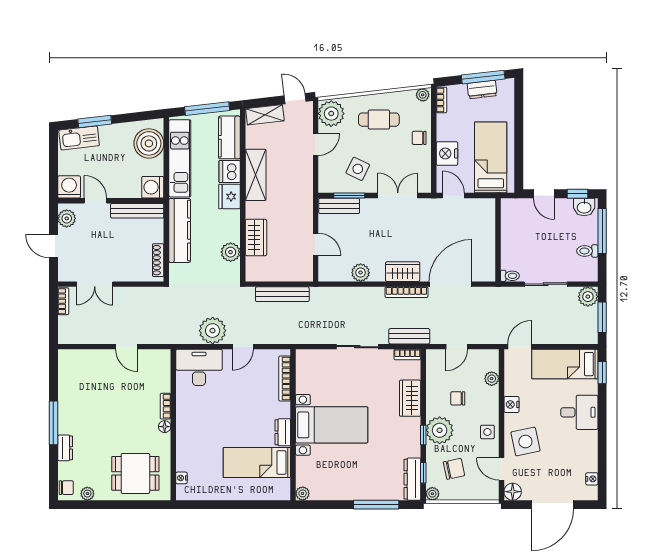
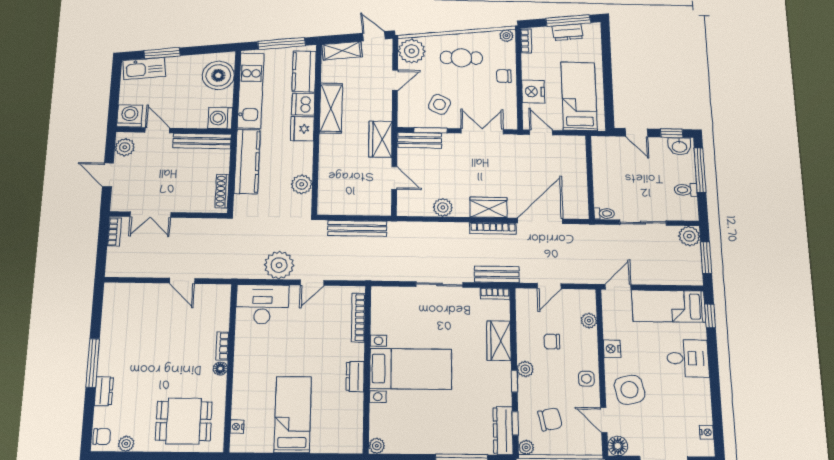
wardrobe: (256, 238) -> (380, 139), moved, turned 180
plant: (440, 430) -> (525, 369), width x0.53, depth x0.53
bed: (257, 462) -> (293, 414), moved, turned 90

